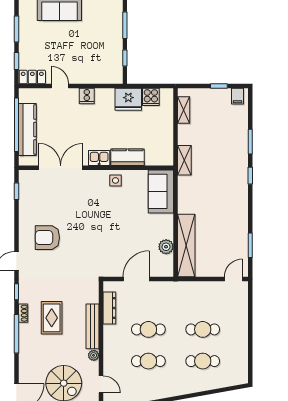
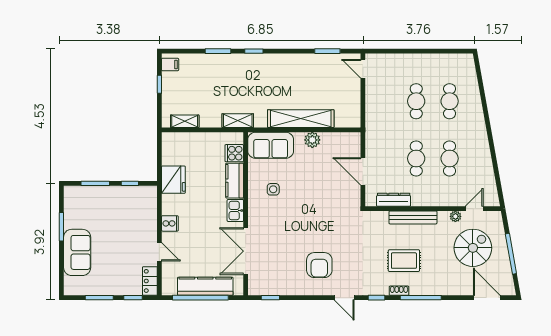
door: (60, 86) -> (159, 252), swing flipped
cooker: (151, 97) -> (234, 153), moved, turned 180
side table: (115, 180) -> (273, 189), moved
shelving: (186, 245) -> (301, 119), moved
plant: (166, 247) -> (312, 140), moved
plant: (94, 355) -> (455, 216), moved

